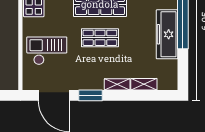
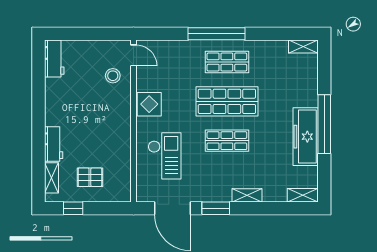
checkout: (47, 51) -> (165, 156), turned 90
shelving: (144, 84) -> (303, 195), moved

